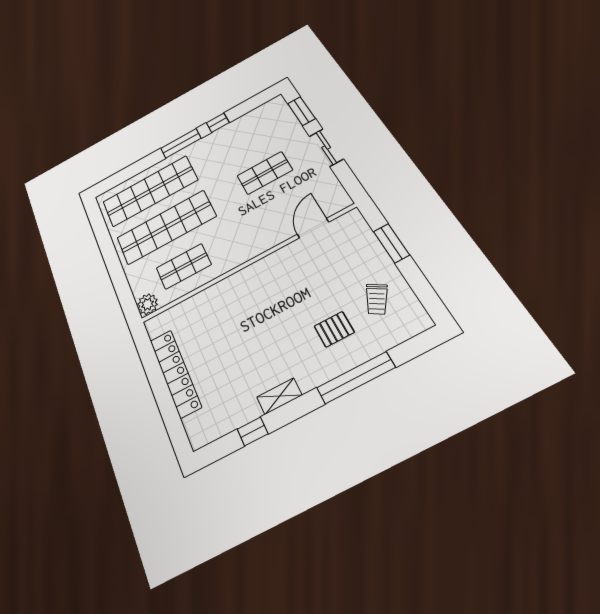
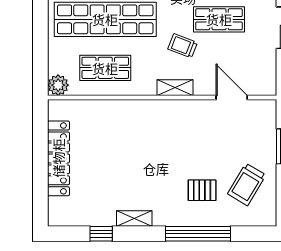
trolley: (244, 211) -> (183, 46), added
door: (313, 228) -> (232, 97), hinge flipped
shelving: (255, 248) -> (175, 88), added
trolley: (377, 299) -> (247, 184), width x1.36, depth x1.39

